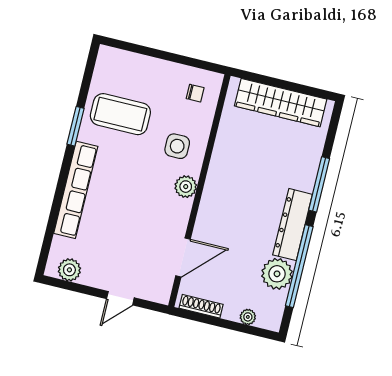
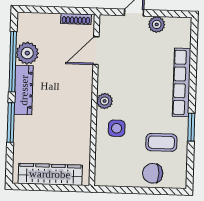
chair: (195, 93) -> (153, 173), moved, width x1.87, depth x1.87
coffee table: (120, 114) -> (161, 142), width x0.73, depth x0.76
plant: (69, 270) -> (157, 24), moved
plant: (248, 317) -> (41, 18), removed

